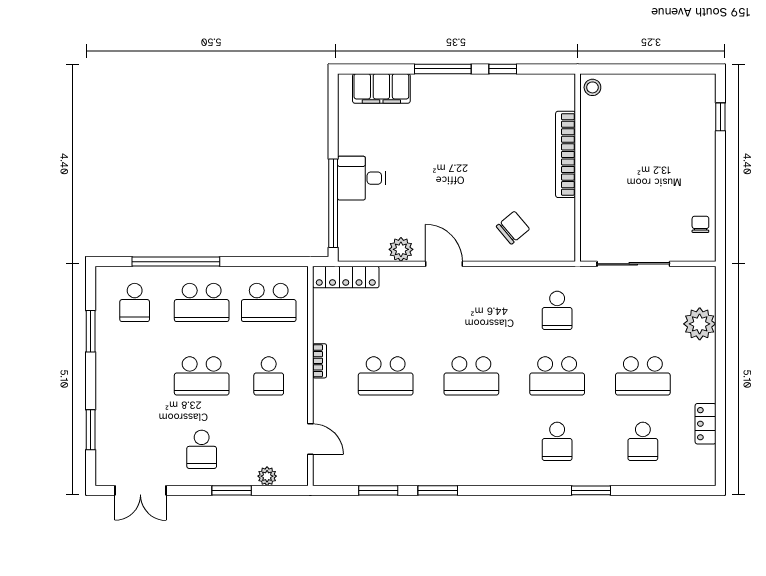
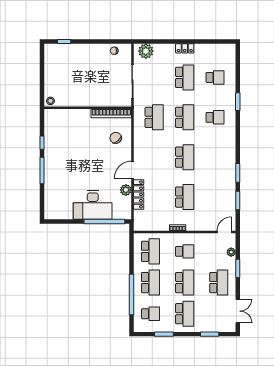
filing cabinet: (381, 88) -> (51, 199), removed
bookcase: (566, 154) -> (111, 113), moved
desk: (361, 178) -> (93, 205), width x1.87, depth x1.30
locker: (346, 277) -> (139, 194), moved
school desk: (557, 310) -> (154, 117), width x1.85
plant: (700, 324) -> (146, 51), moved
school desk: (135, 376) -> (185, 314), added
locker: (706, 424) -> (185, 48), moved
door: (310, 439) -> (224, 232), moved
school desk: (202, 449) -> (219, 283), width x1.85

